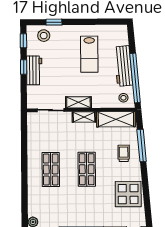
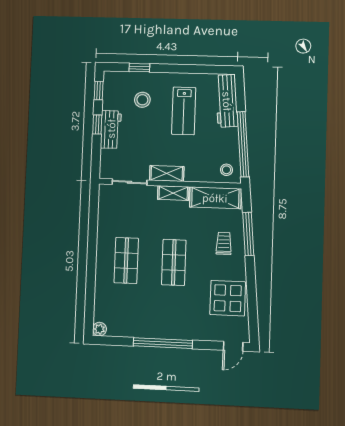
stool: (44, 36) -> (142, 100), moved
workbench: (123, 66) -> (227, 101), moved

